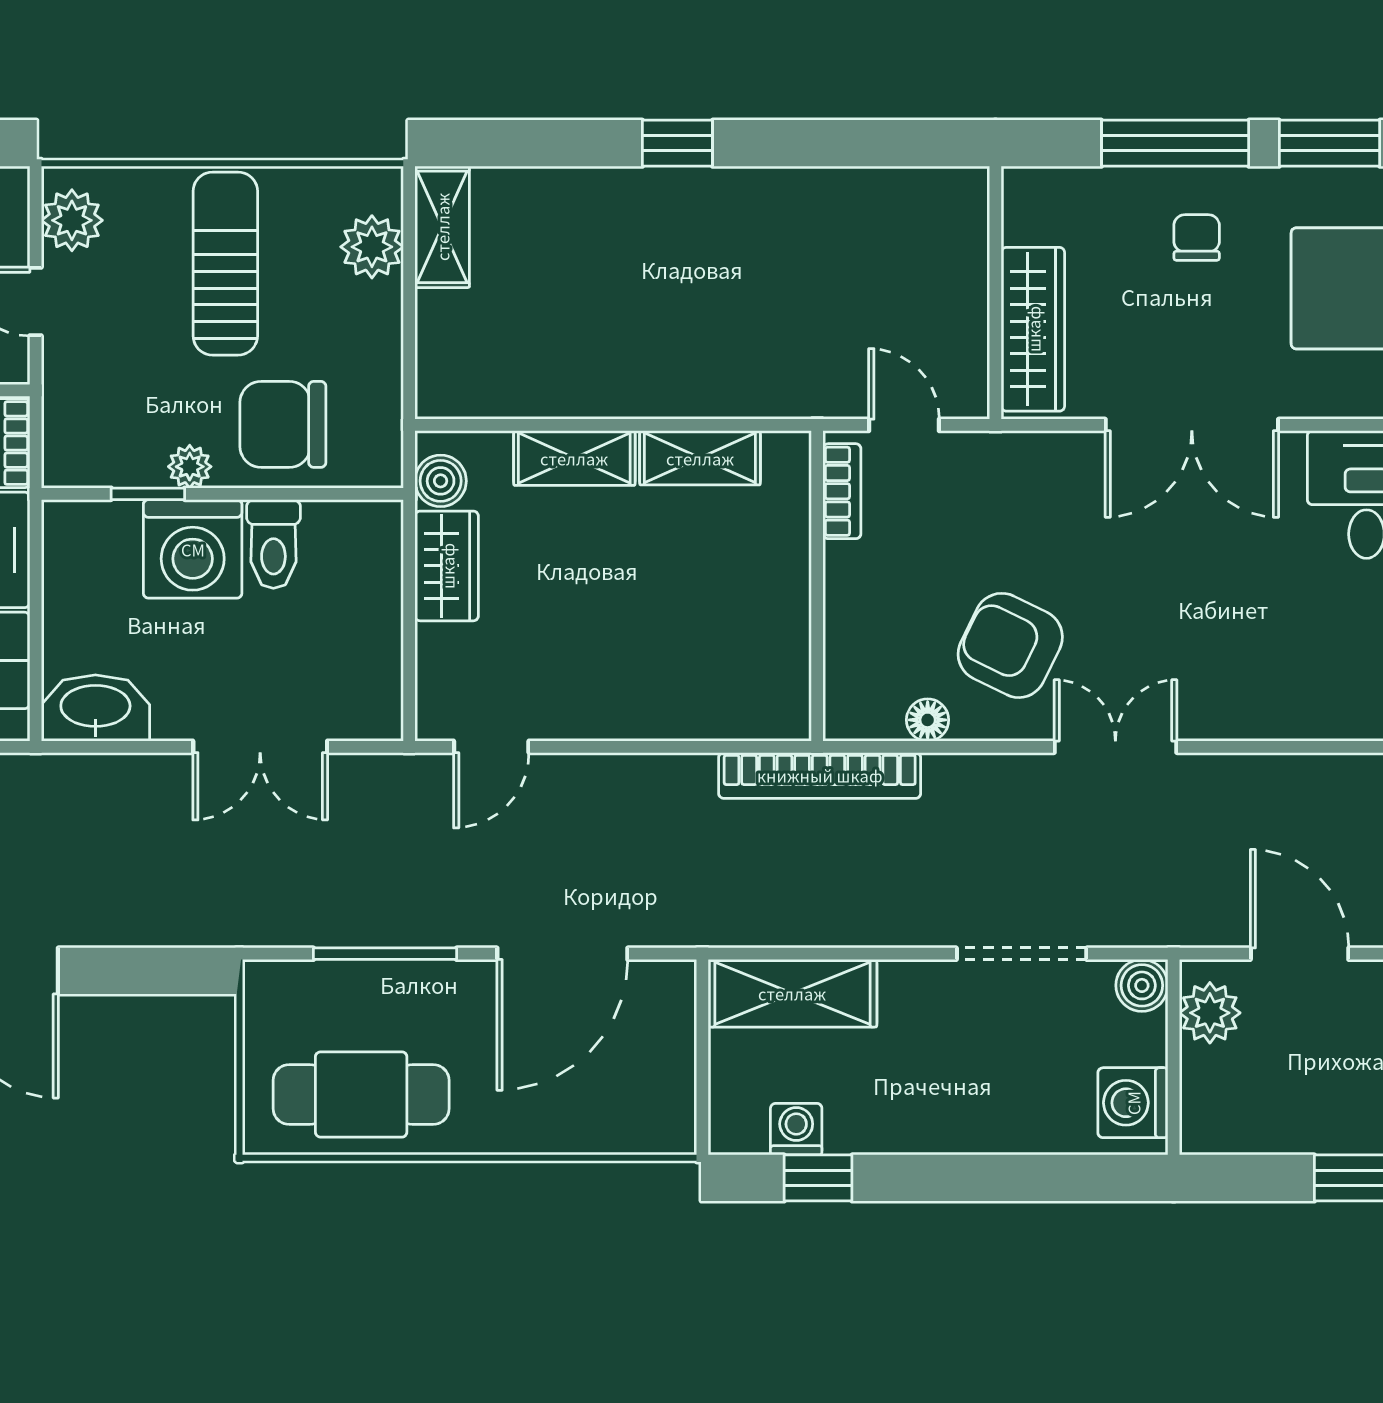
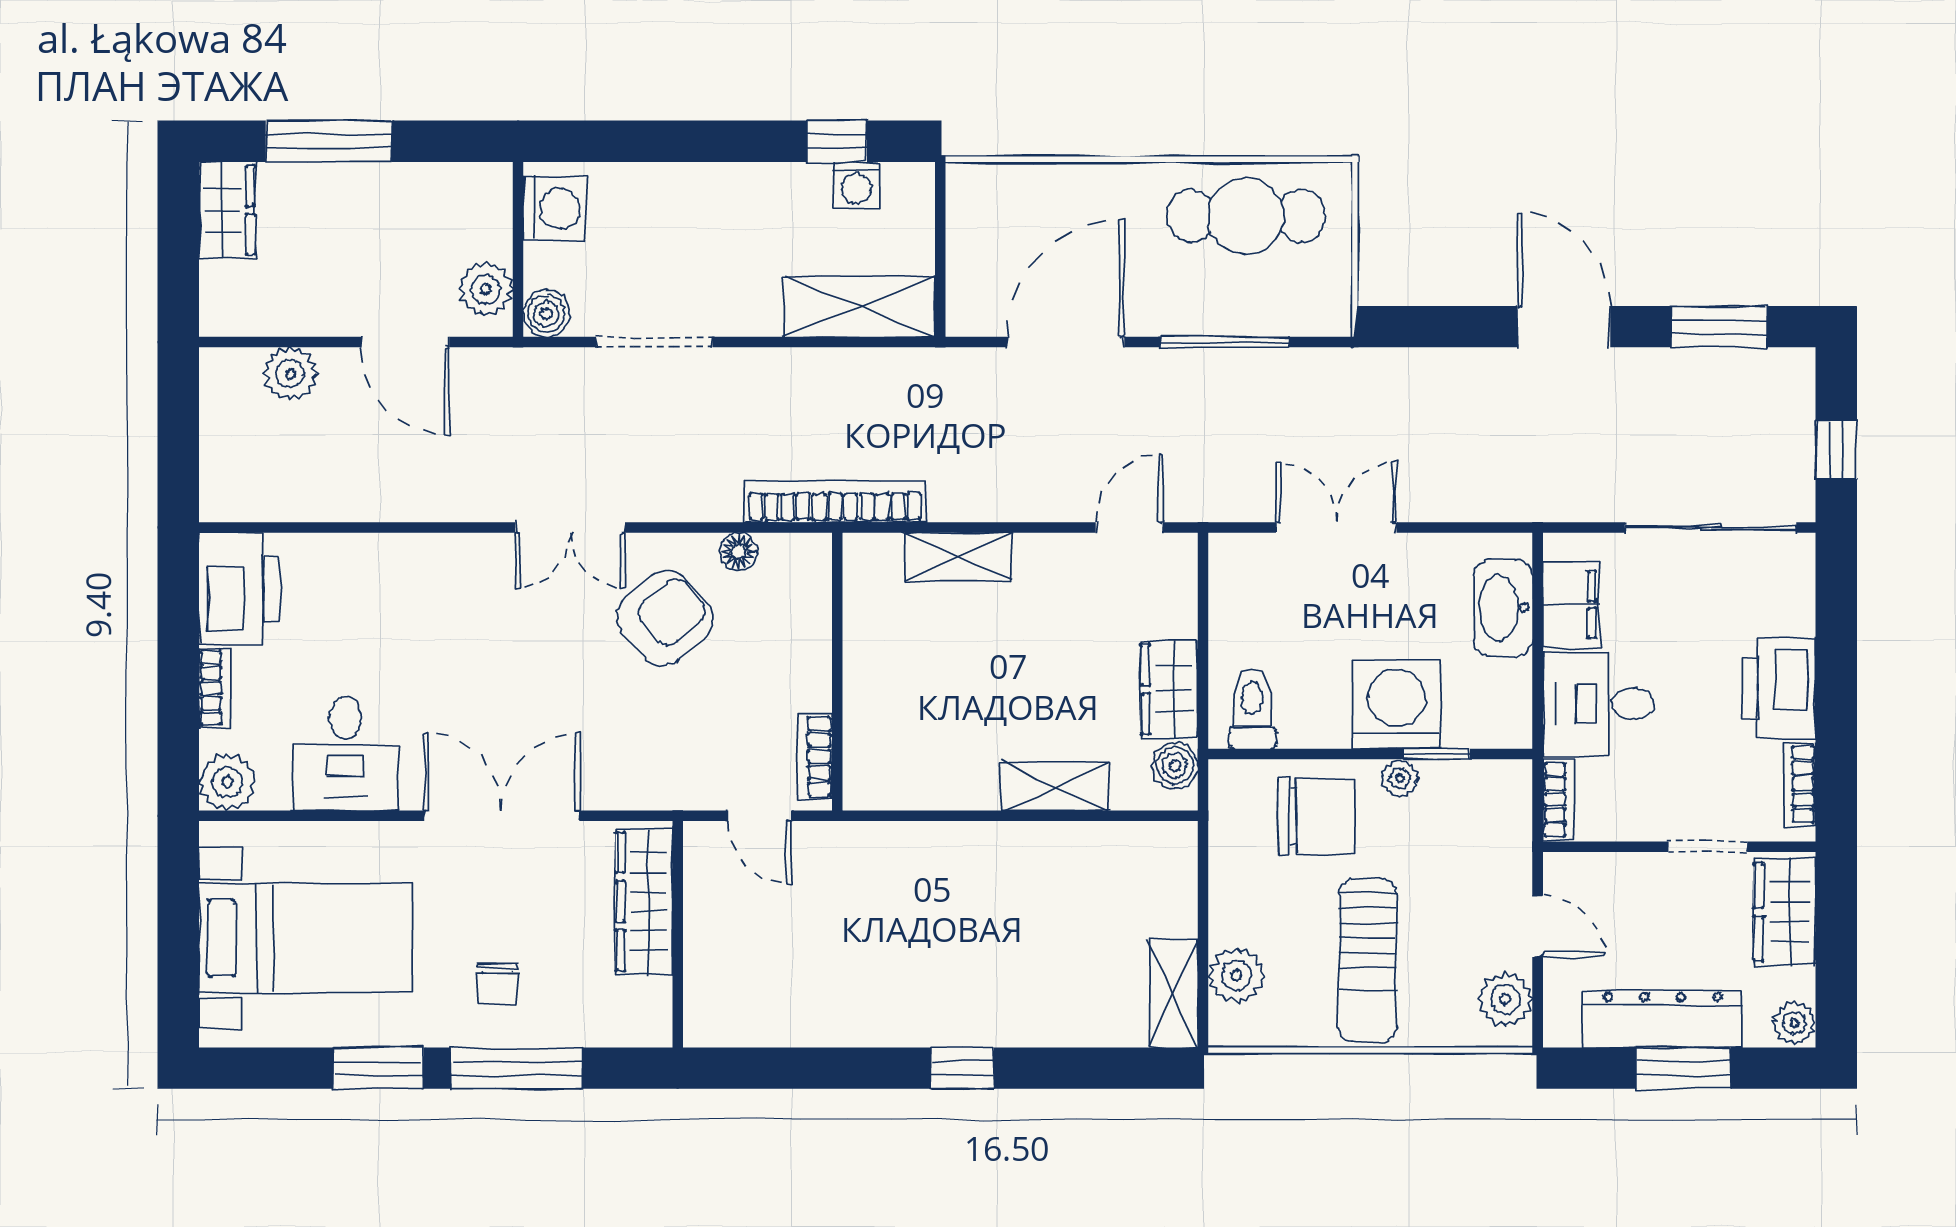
shelving: (700, 458) -> (957, 557), moved
toilet: (273, 544) -> (1252, 709), moved
armchair: (1010, 645) -> (664, 618), turned -66
washbasin: (95, 708) -> (1503, 608), moved, turned 90

